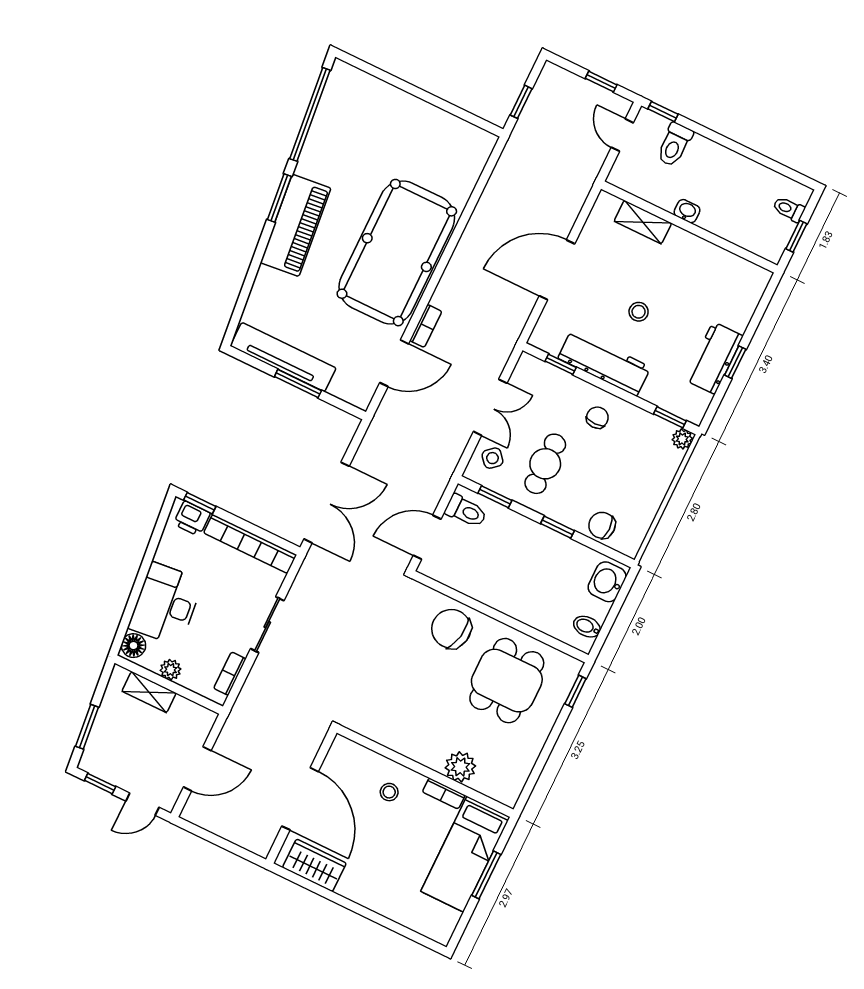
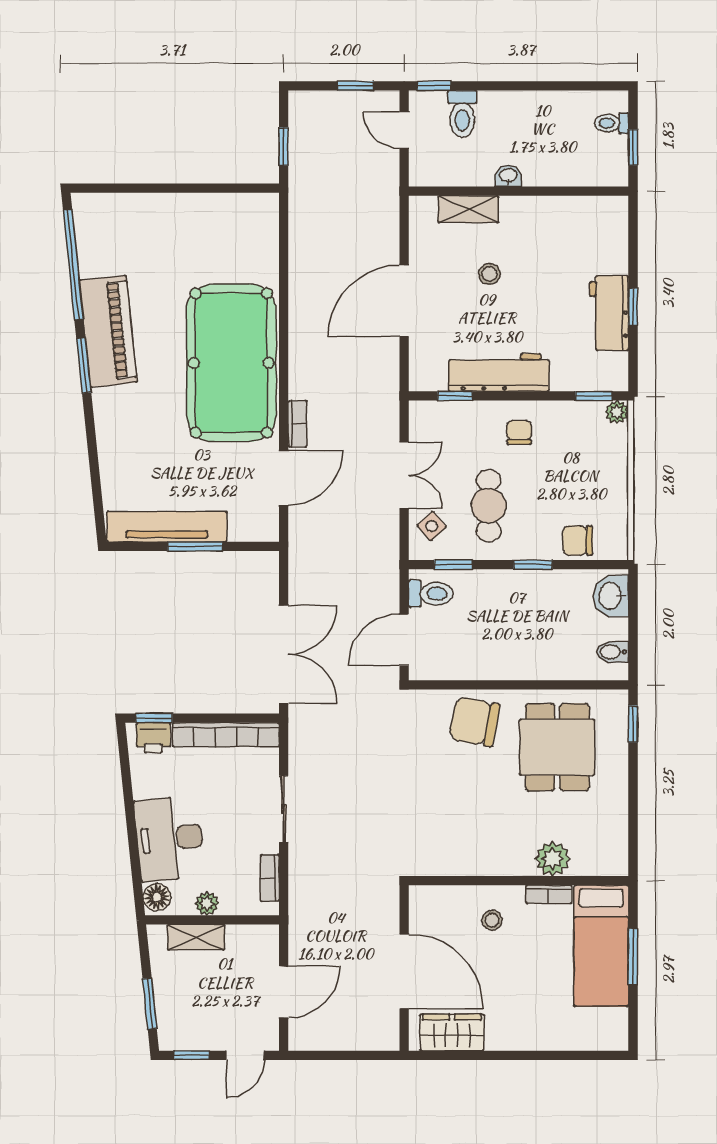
piano: (296, 225) -> (108, 331), moved
stool: (639, 312) -> (489, 274), moved

